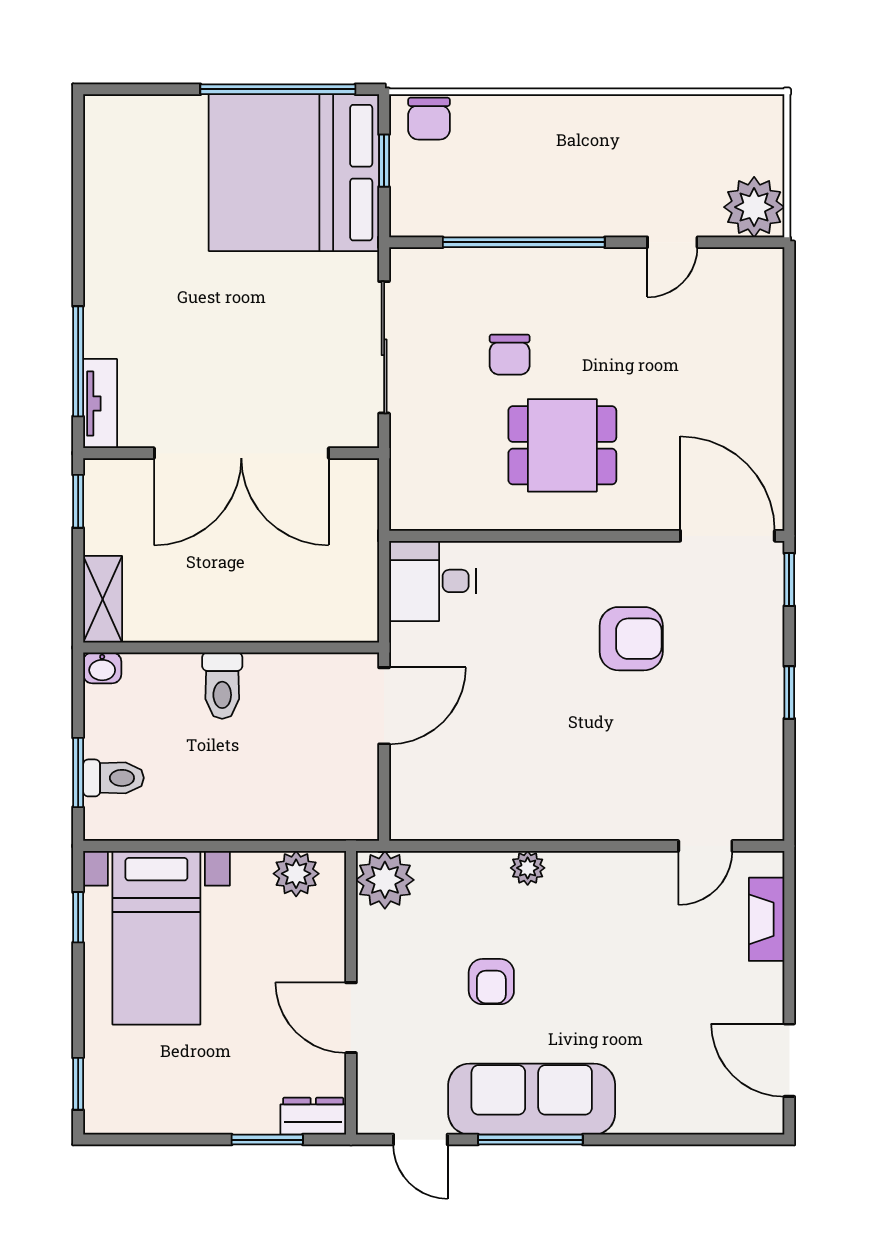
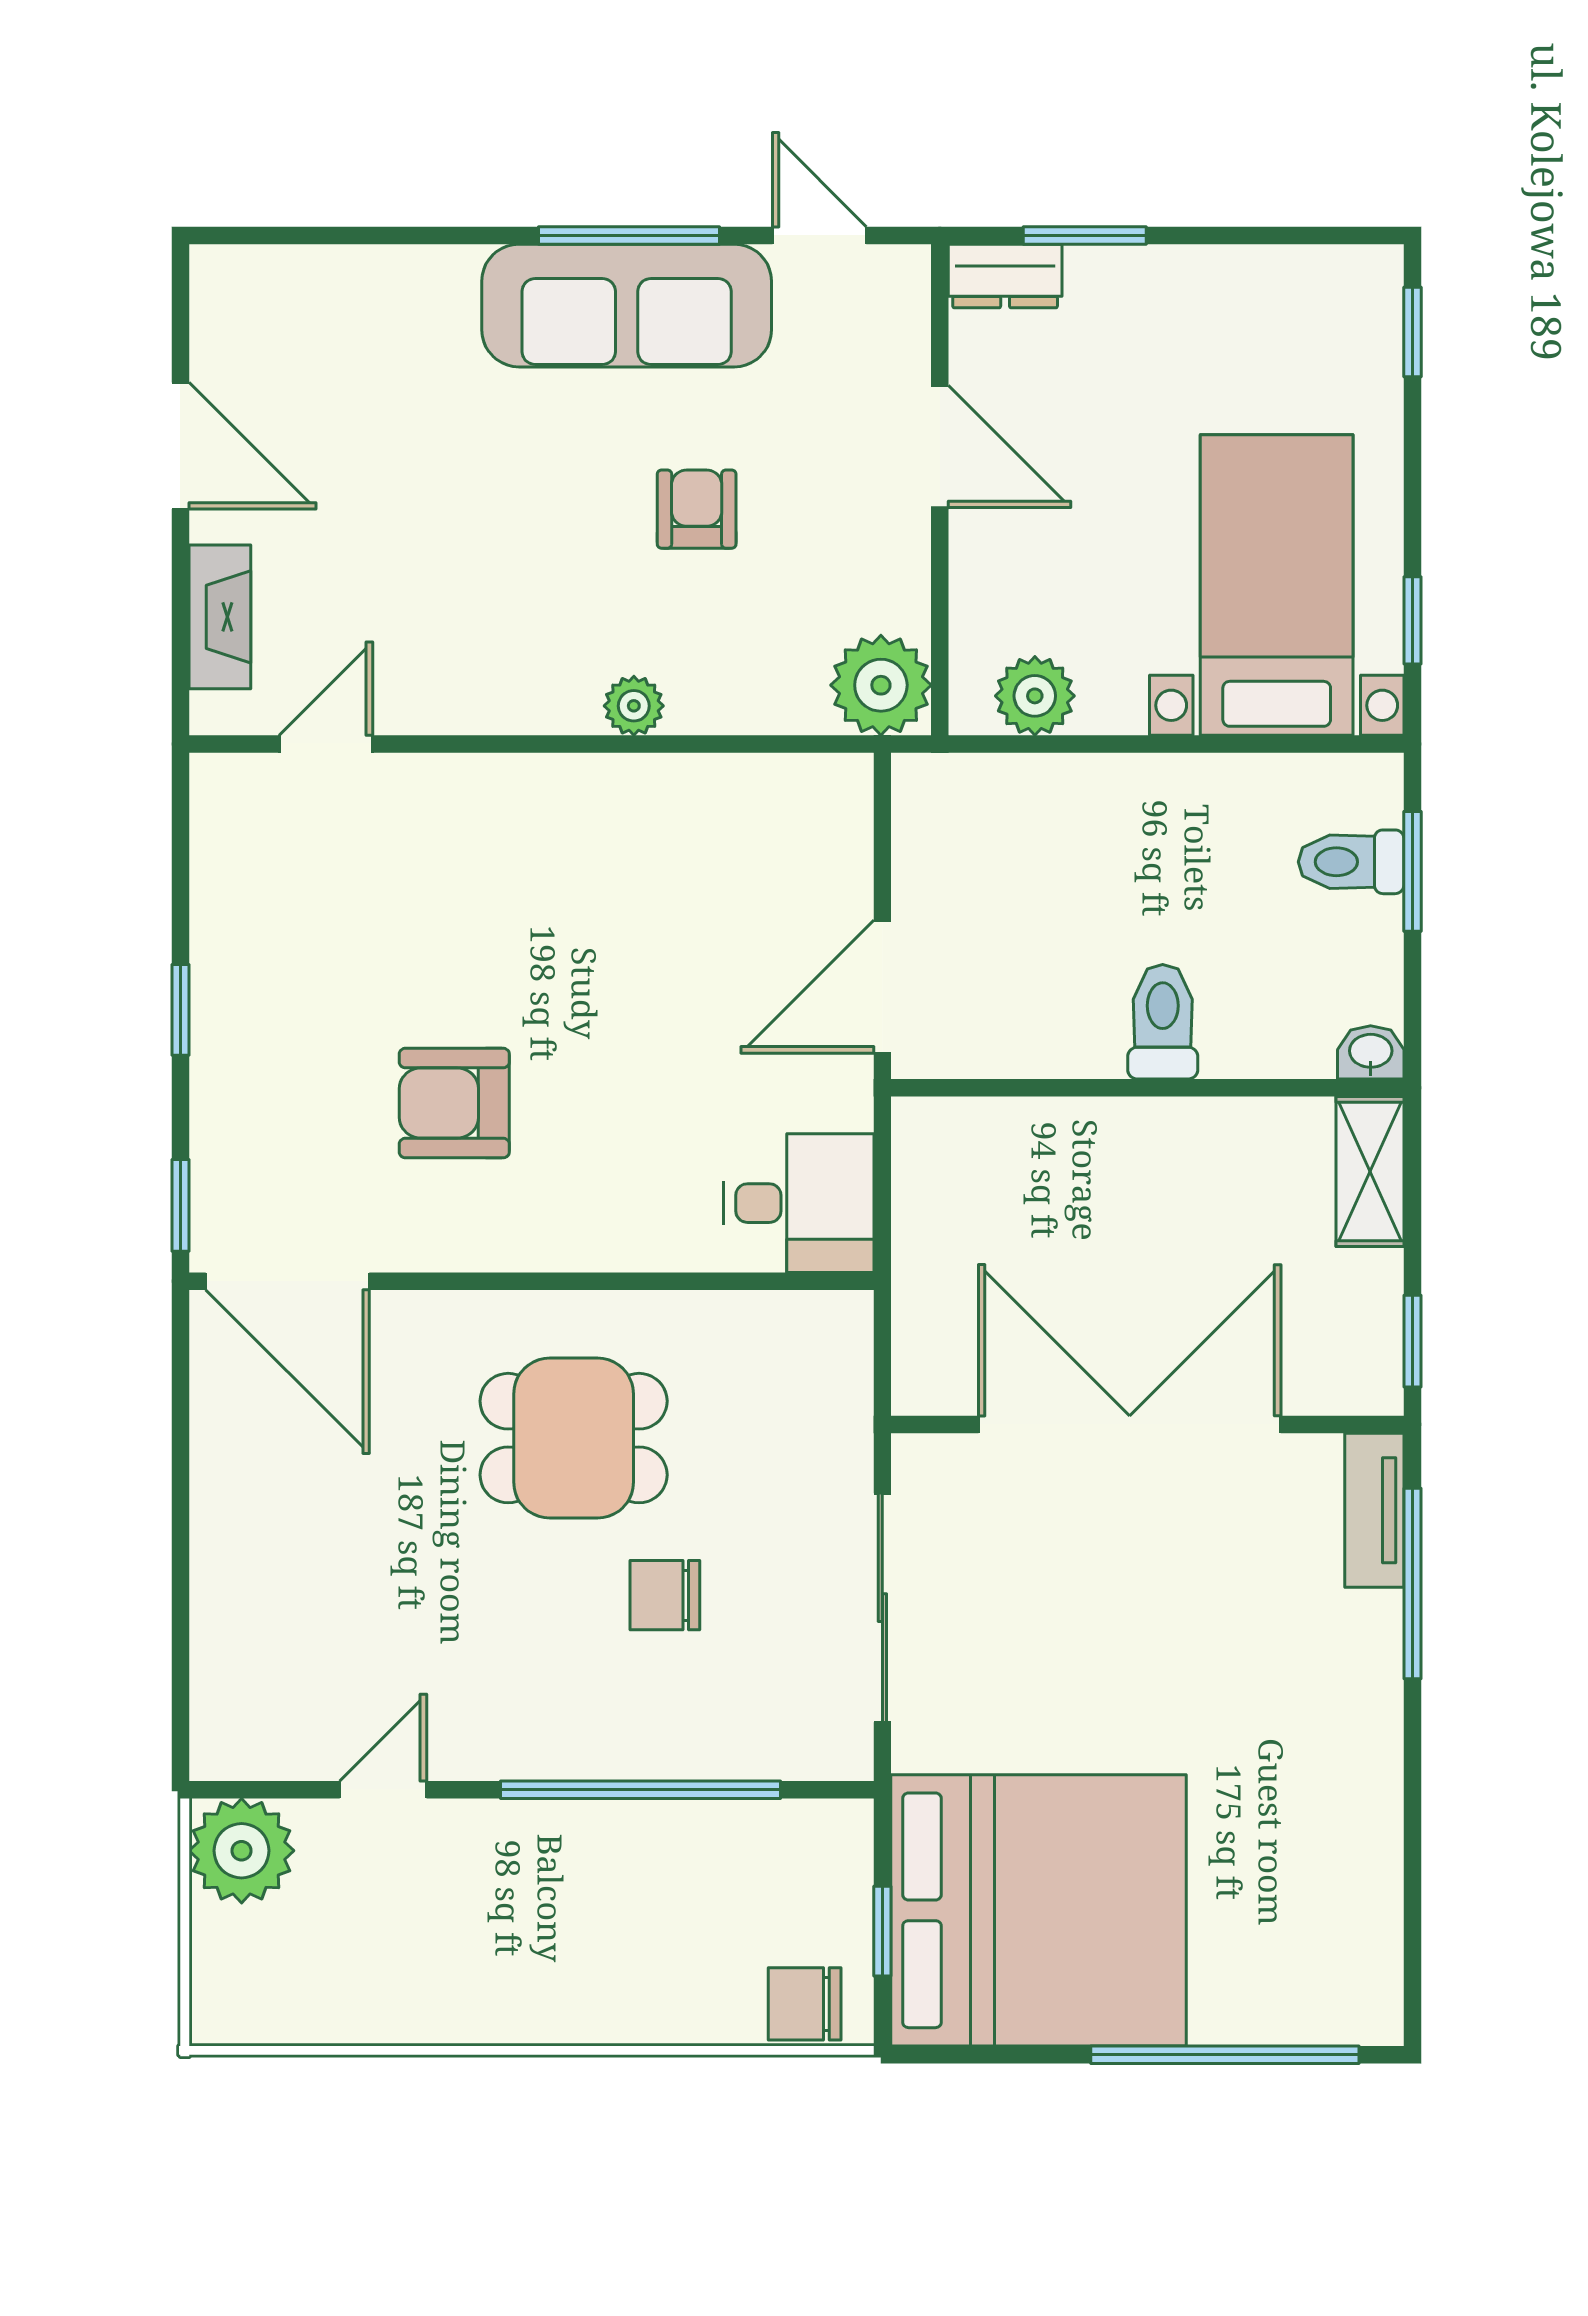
window: (278, 89) -> (1225, 2055), moved
chair: (429, 119) -> (805, 2004), turned -90
chair: (510, 355) -> (665, 1595), turned -90
door: (789, 1060) -> (180, 446), moved

